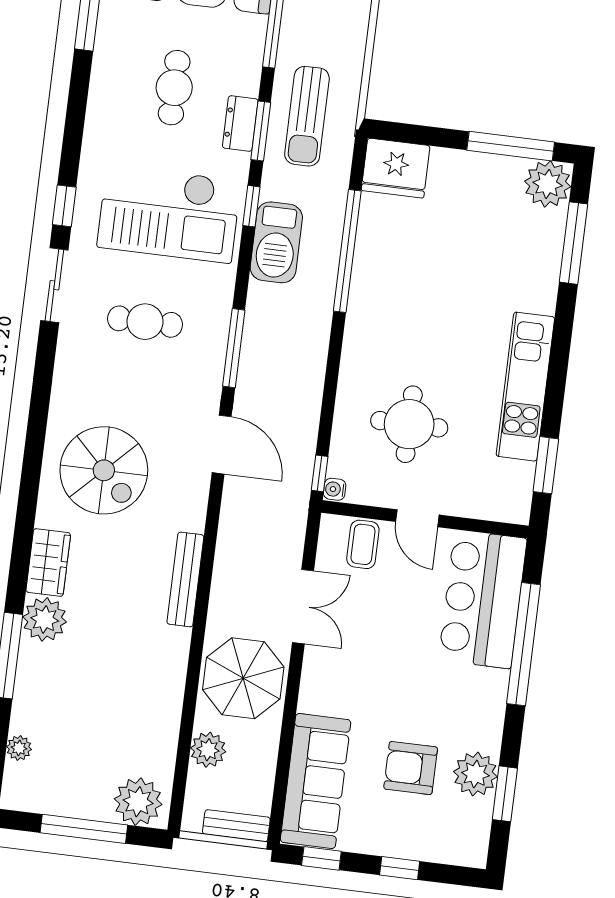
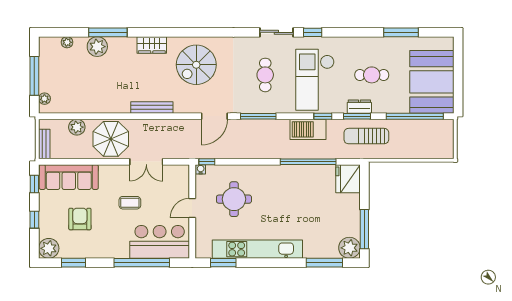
kitchen unit: (525, 387) -> (257, 249), width x1.36
coffee table: (363, 544) -> (130, 203), moved
plant: (45, 619) -> (97, 47), moved
plant: (475, 774) -> (49, 248), moved
plant: (138, 802) -> (44, 99), width x0.53, depth x0.53

